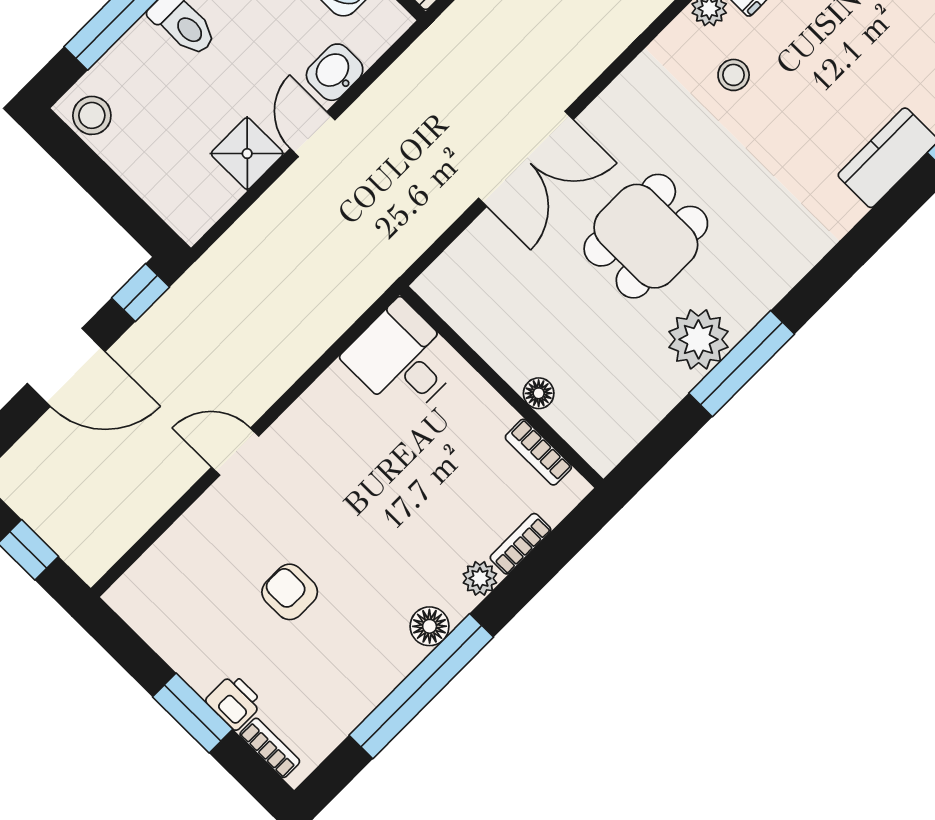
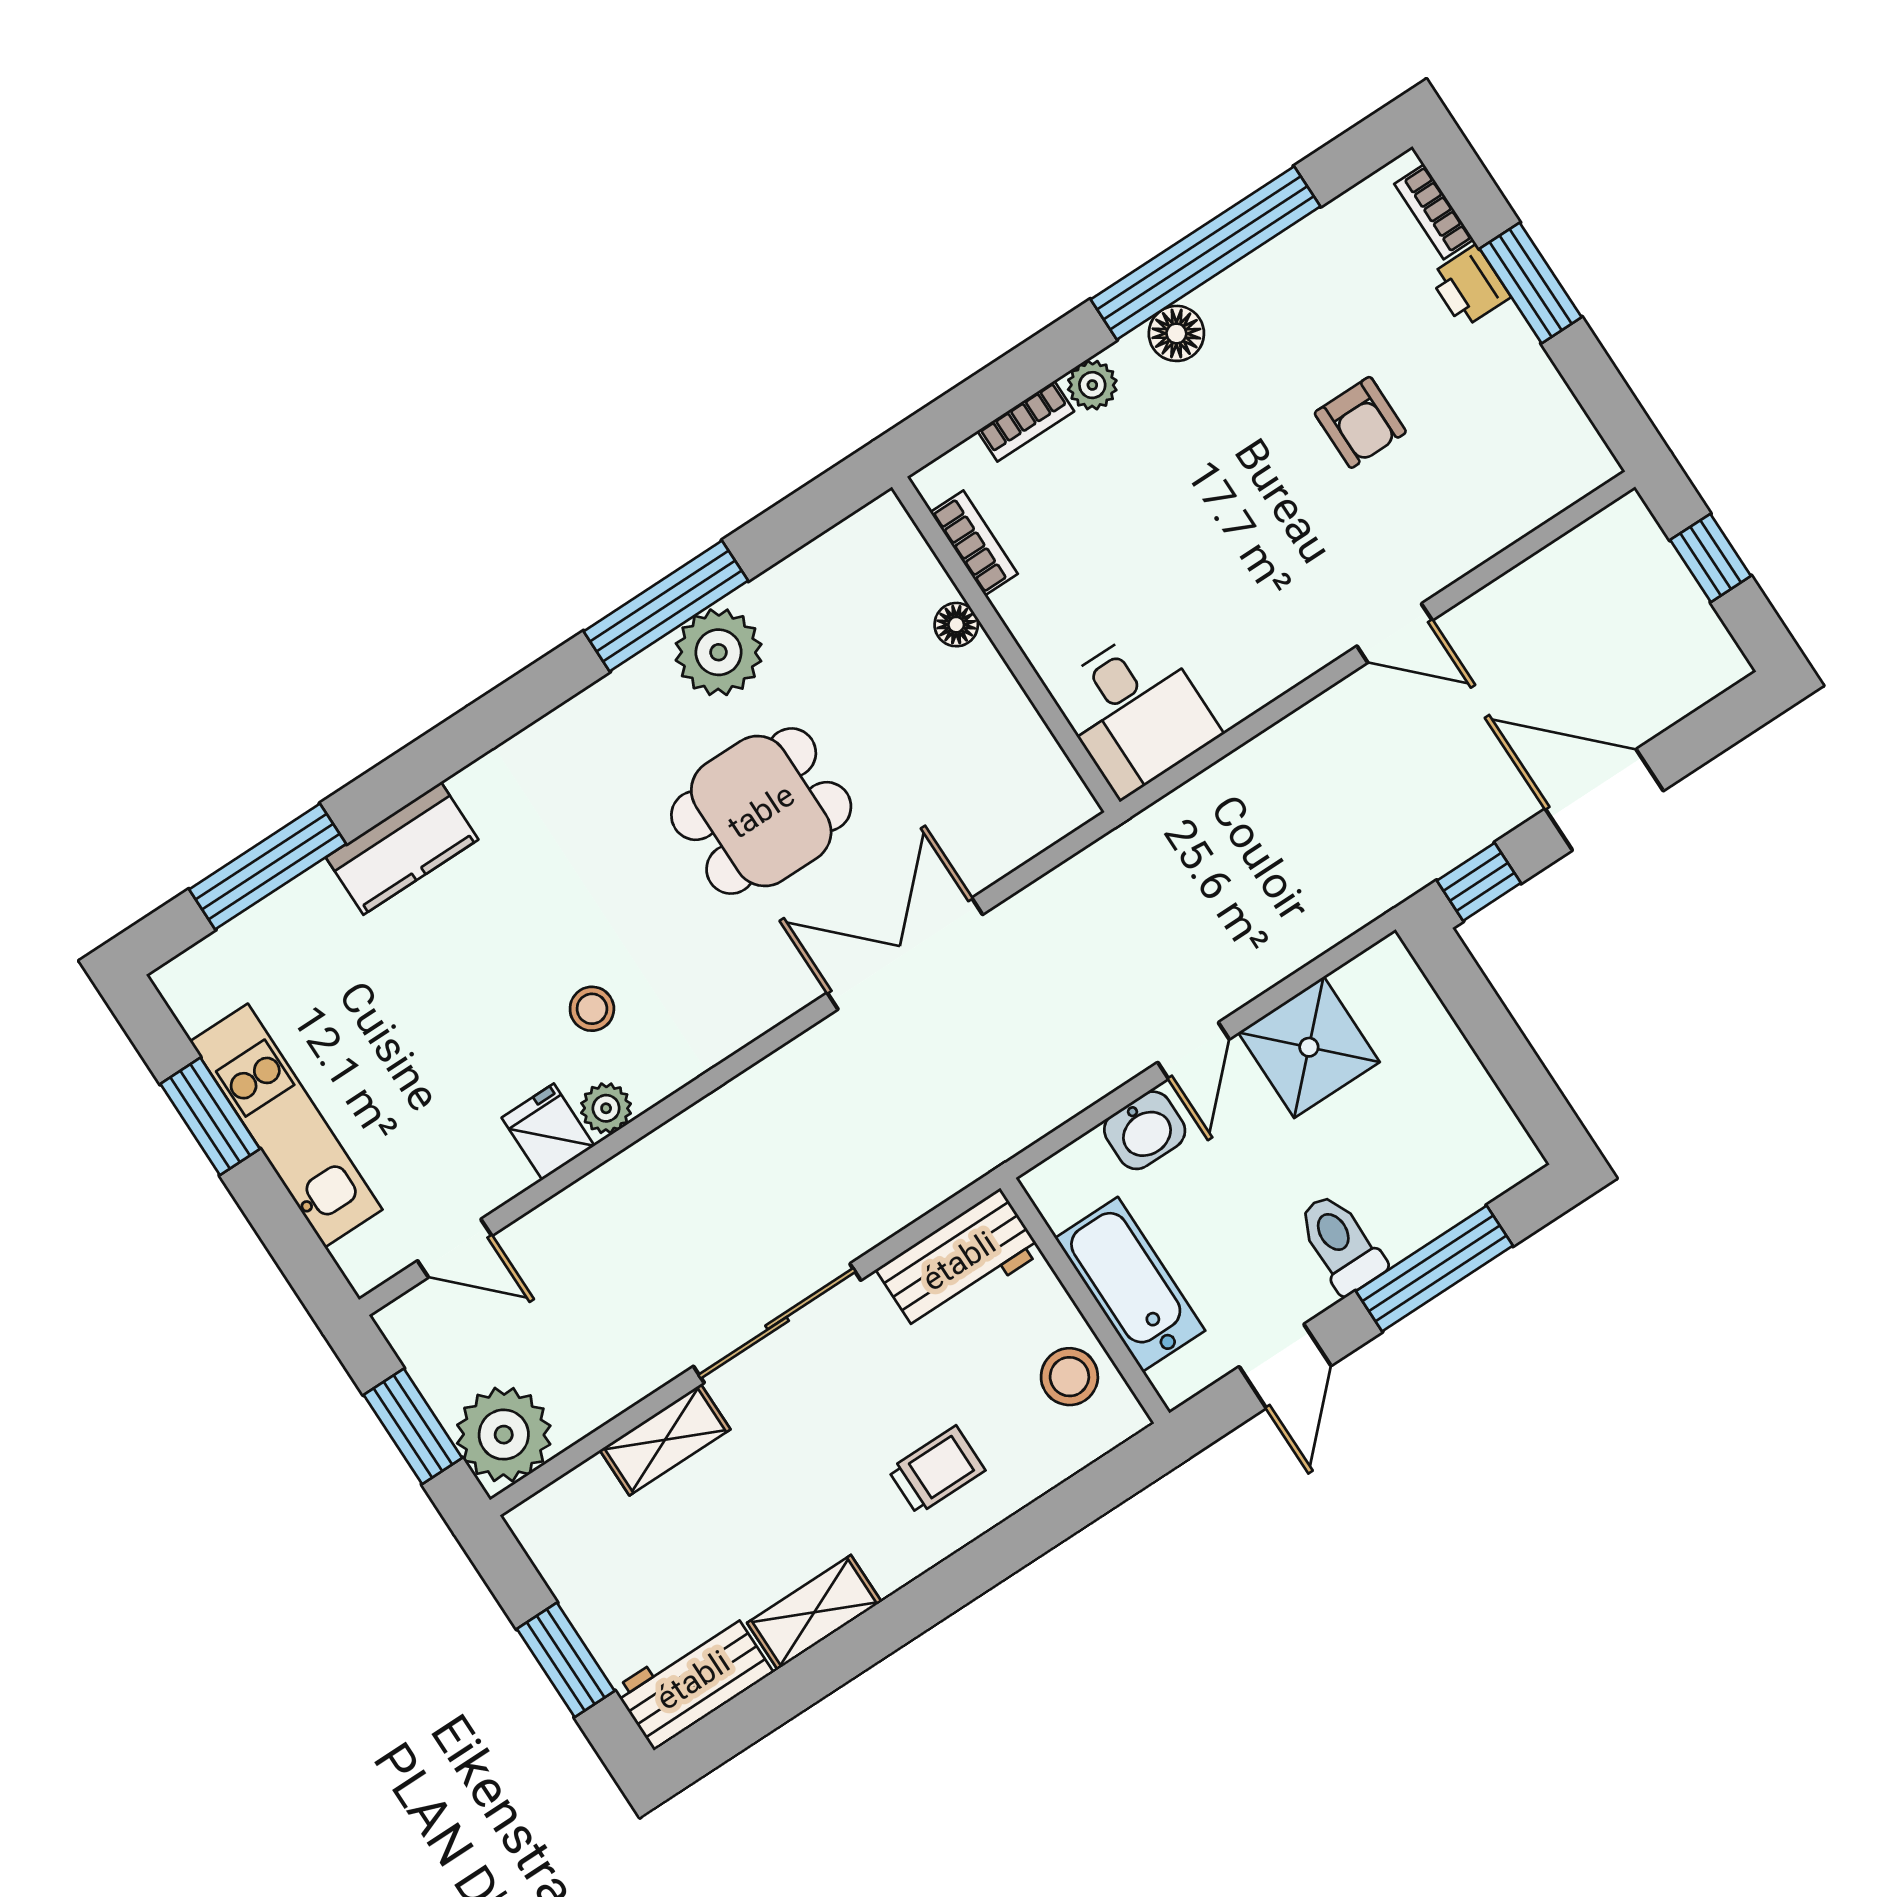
stool: (92, 115) -> (1494, 1142), removed
shower: (247, 154) -> (1309, 1047), width x1.36, depth x1.36

